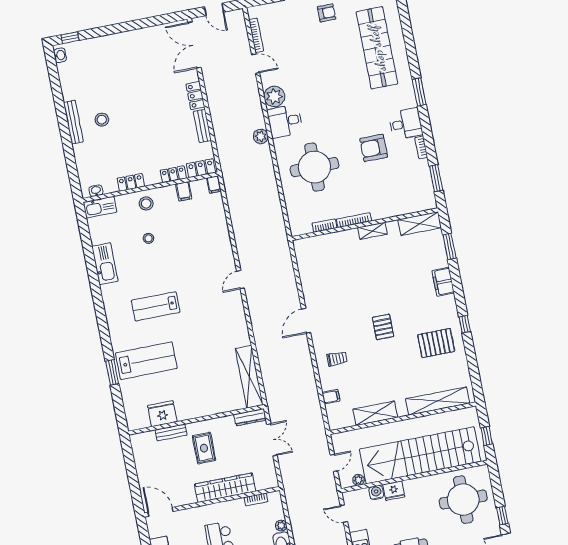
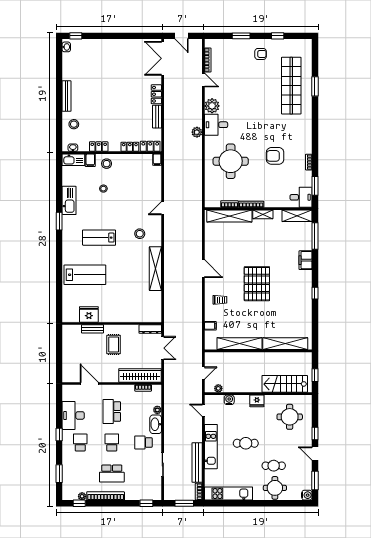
window: (419, 92) -> (315, 86), moved
stool: (102, 120) -> (74, 124), moved
desk: (406, 124) -> (301, 197), moved
filing cabinet: (184, 191) -> (90, 160), moved
shelving: (328, 242) -> (229, 216), added
window: (449, 246) -> (315, 236), width x1.44
door: (240, 280) -> (163, 208), moved
stool: (210, 290) -> (140, 234), added
door: (306, 321) -> (203, 269), swing flipped
pallet: (383, 327) -> (257, 284), width x2.05, depth x2.00
pallet: (436, 343) -> (292, 302), removed
window: (112, 372) -> (59, 221), moved
shelving: (249, 377) -> (155, 269), moved
shelving: (375, 413) -> (239, 344), width x1.47
stairs: (420, 455) -> (285, 384), width x0.54, depth x0.66
wardrobe: (225, 488) -> (140, 375), moved
fridge: (394, 491) -> (257, 401), moved
round table: (463, 500) -> (290, 417), width x0.73, depth x0.73
door: (161, 512) -> (89, 384), moved

